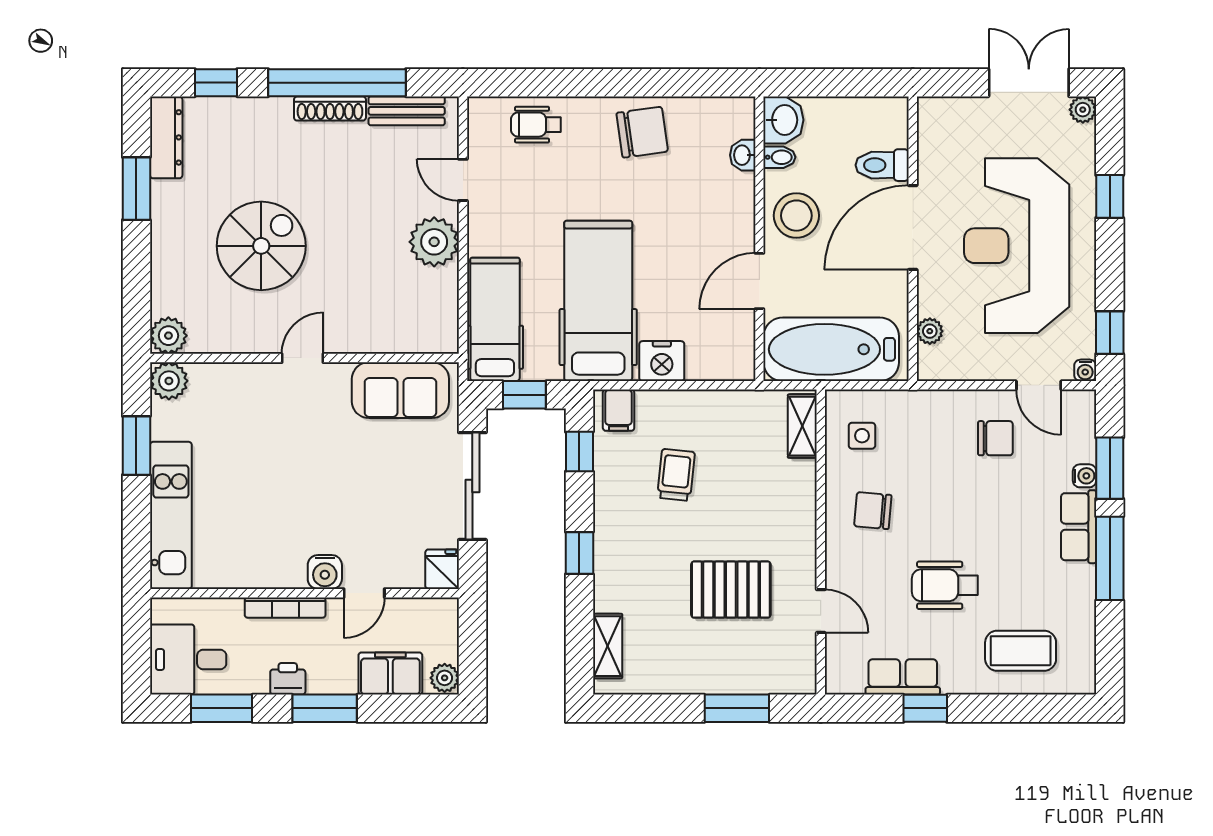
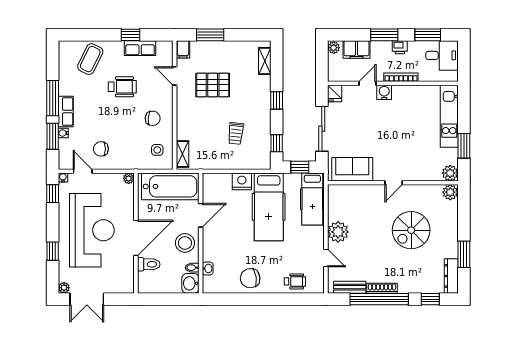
plant: (930, 331) -> (129, 178), moved
filing cabinet: (619, 410) -> (183, 49), moved, turned 180
coffee table: (1021, 651) -> (90, 59), turned -64

